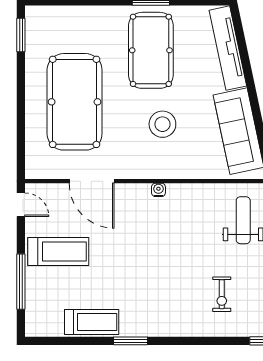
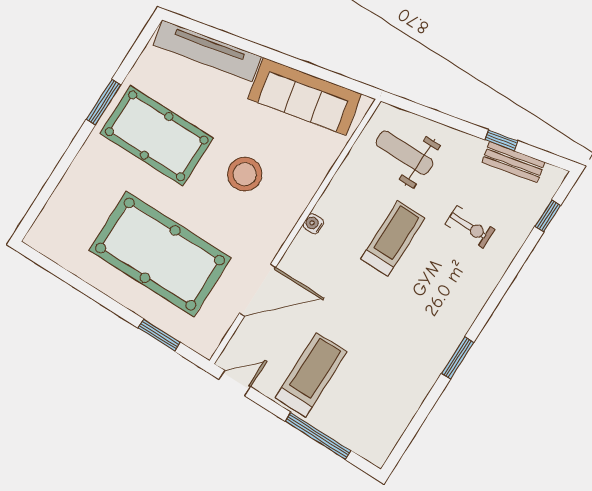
window: (21, 35) -> (159, 335), moved
treadmill: (92, 322) -> (393, 239), moved

